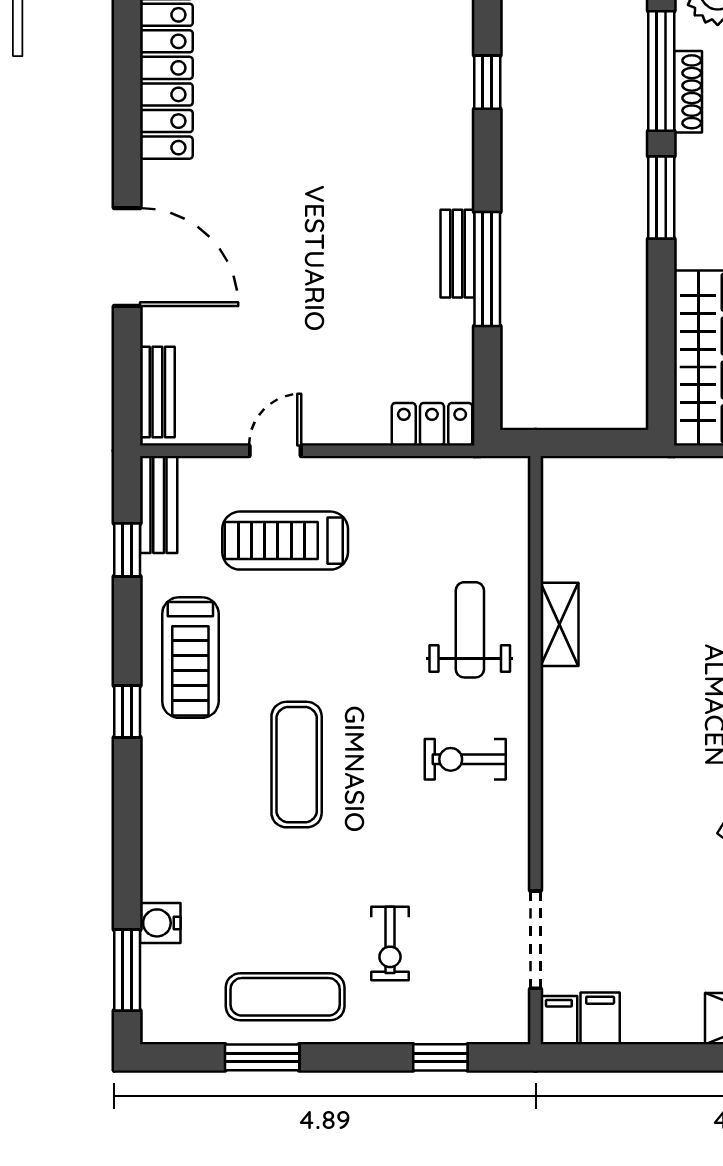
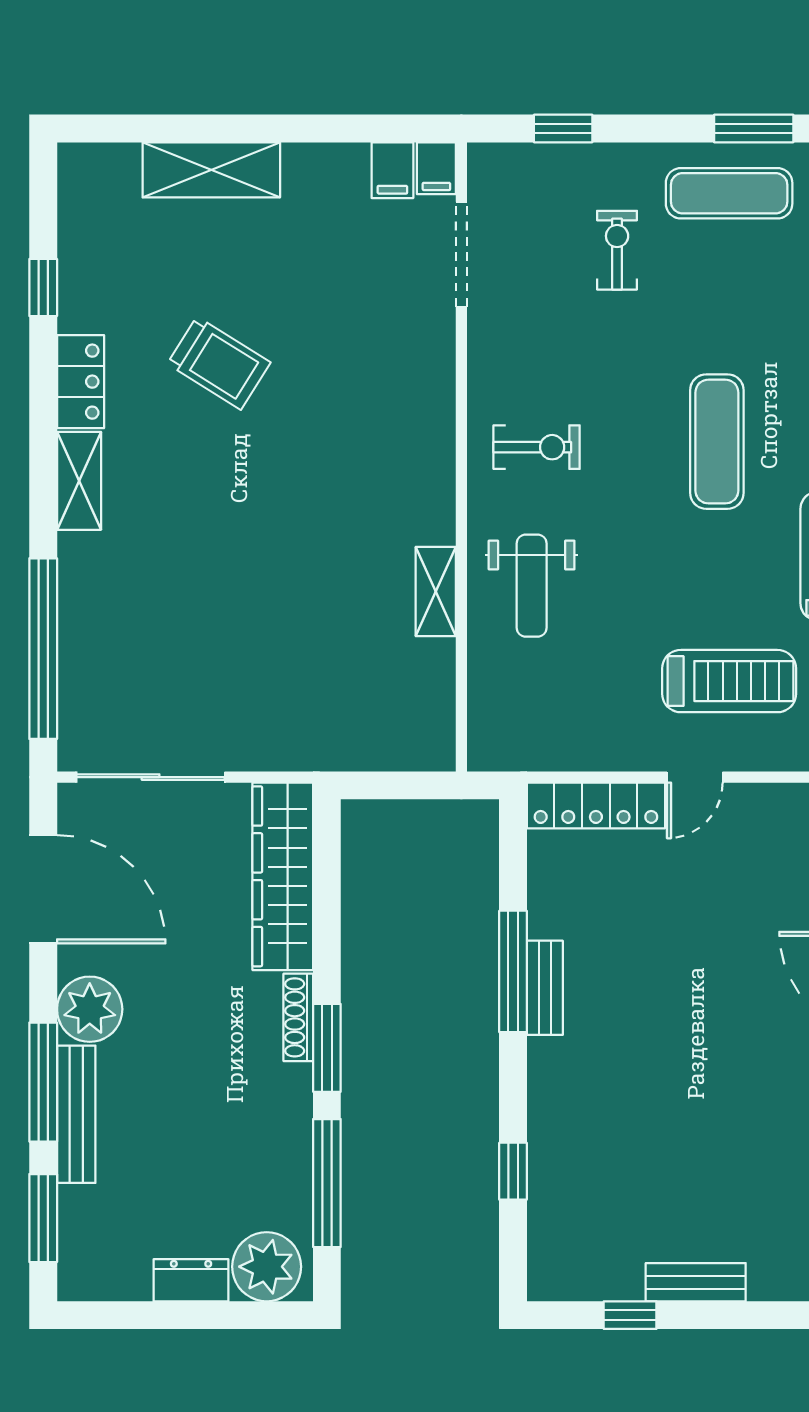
shoe rack: (688, 92) -> (298, 1017), moved
locker: (432, 424) -> (596, 805), width x1.53
door: (275, 451) -> (695, 777), moved

